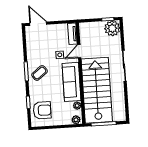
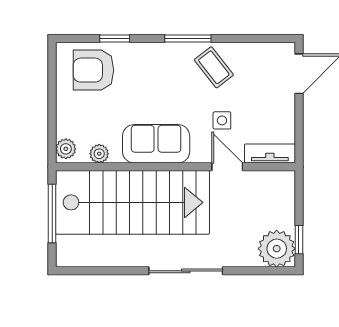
coffee table: (40, 73) -> (214, 67), moved
sofa: (71, 82) -> (156, 144), width x0.73
armchair: (42, 110) -> (93, 70), turned 90

